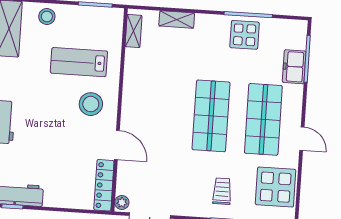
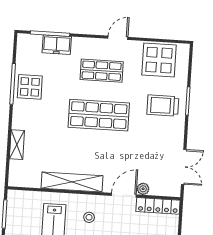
shelving: (134, 31) -> (72, 182), moved, width x2.20, depth x1.33
stool: (91, 104) -> (89, 217), width x0.53, depth x0.53
shop shelf: (263, 119) -> (102, 71), width x0.70, depth x0.74
trolley: (222, 191) -> (163, 105), width x1.36, depth x1.39
plant: (122, 202) -> (143, 189), moved

